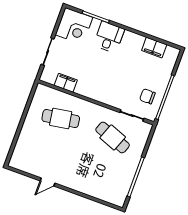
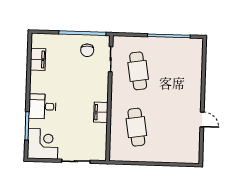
filing cabinet: (66, 83) -> (101, 112), moved
cafe table: (113, 137) -> (138, 71), turned -30

